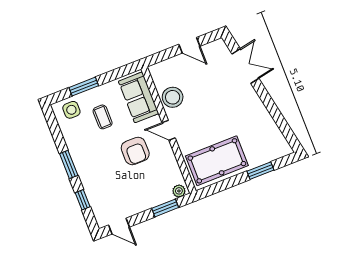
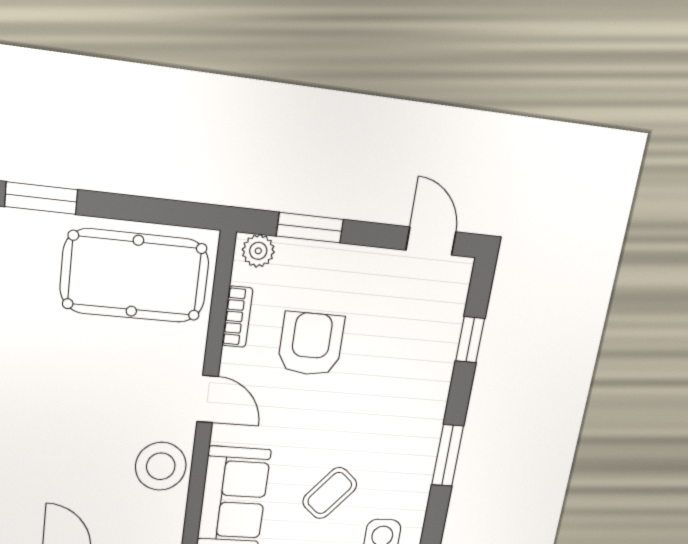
coffee table: (103, 117) -> (330, 493), turned 40
armchair: (135, 151) -> (311, 344), moved
window: (69, 164) -> (448, 455), moved
bookcase: (174, 165) -> (237, 317), added

